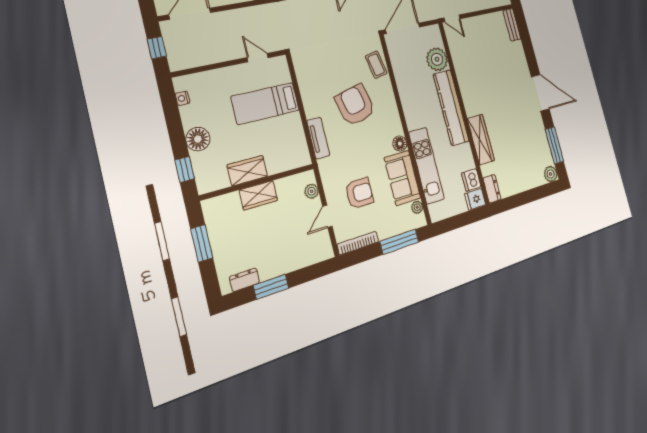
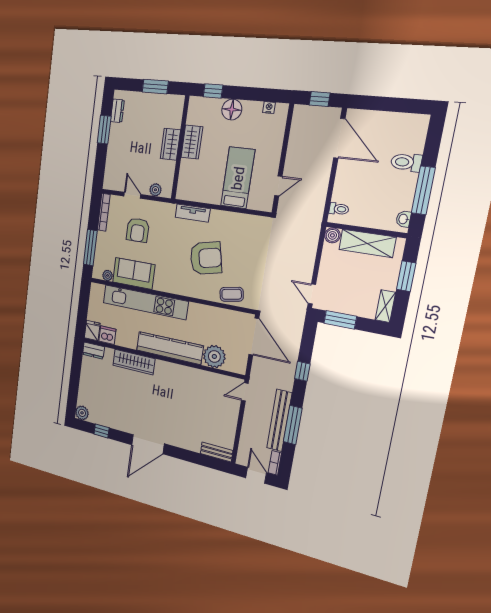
floor lamp: (400, 144) -> (160, 284), removed
window: (554, 145) -> (102, 431), width x0.46
kitchen unit: (426, 166) -> (145, 302), width x1.36

